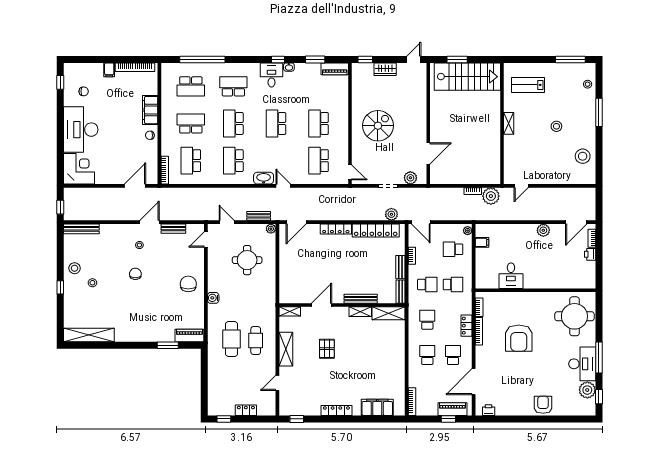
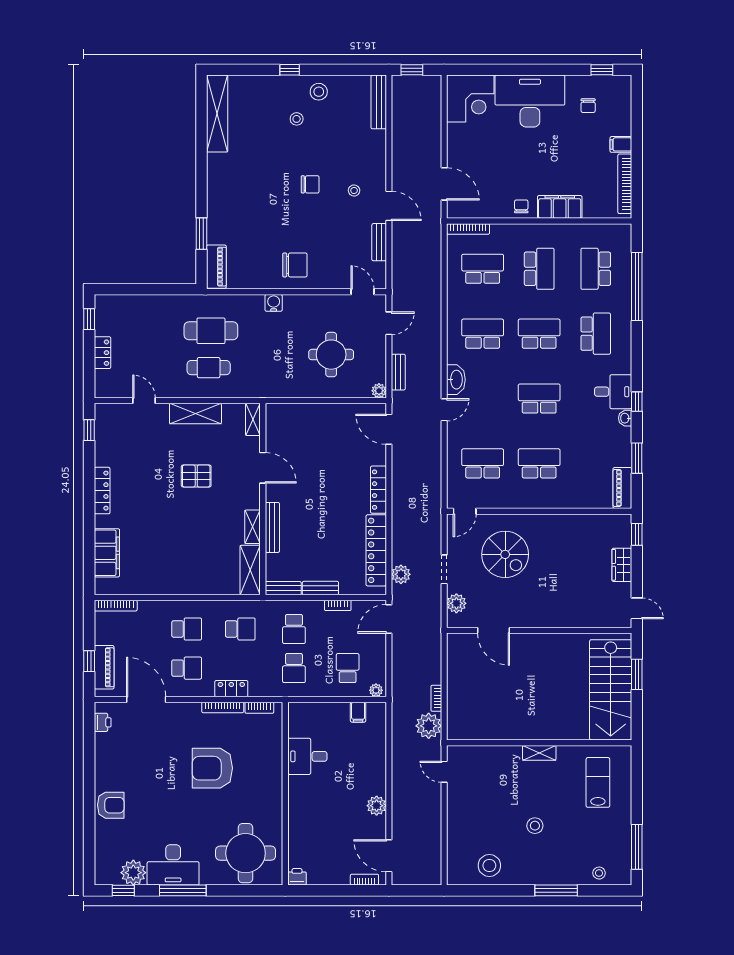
spiral stairs: (378, 126) -> (505, 554), moved
printer: (590, 254) -> (297, 877), moved

